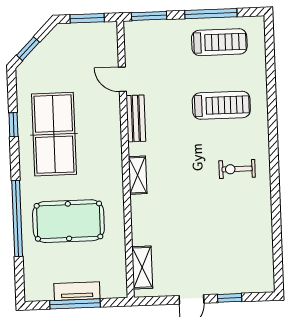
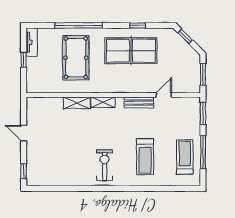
treadmill: (219, 42) -> (185, 157), turned 180
exercise bike: (237, 169) -> (105, 165), width x1.38, depth x1.39
shelving: (142, 267) -> (77, 103), moved
tv unit: (77, 291) -> (32, 42), moved
window: (230, 298) -> (24, 171), moved
window: (75, 304) -> (24, 60), width x0.46

